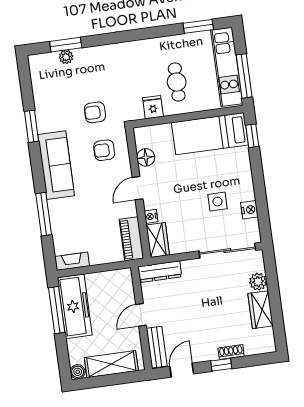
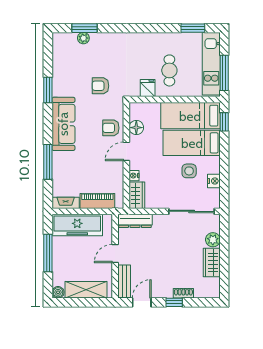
armchair: (104, 150) -> (111, 128), moved
bed: (216, 167) -> (192, 143), added
piano: (131, 239) -> (97, 201), moved, turned 90
freezer: (75, 306) -> (77, 225), moved, turned 90
window: (57, 310) -> (48, 253), moved

